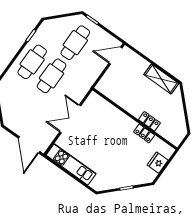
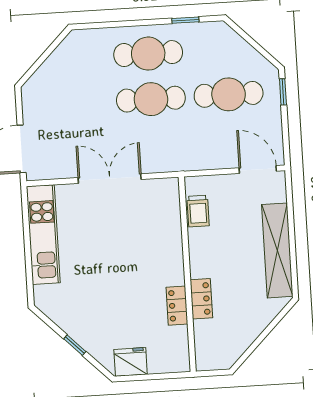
shelving: (161, 79) -> (277, 250), width x1.47
trolley: (113, 94) -> (198, 211), added
fridge: (158, 163) -> (131, 362), moved

